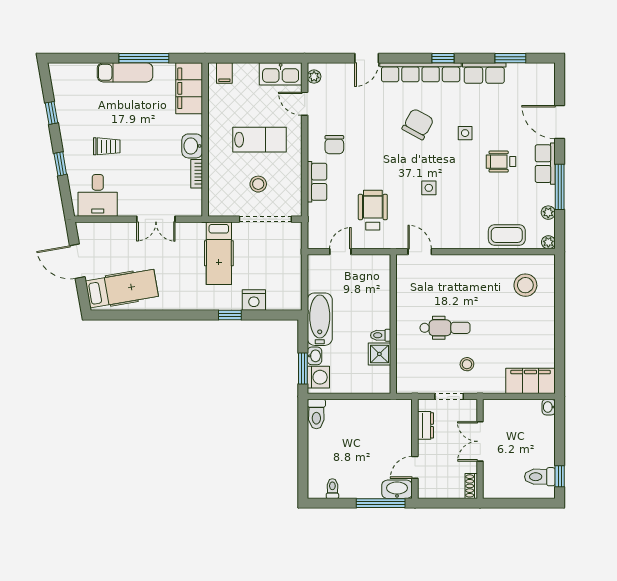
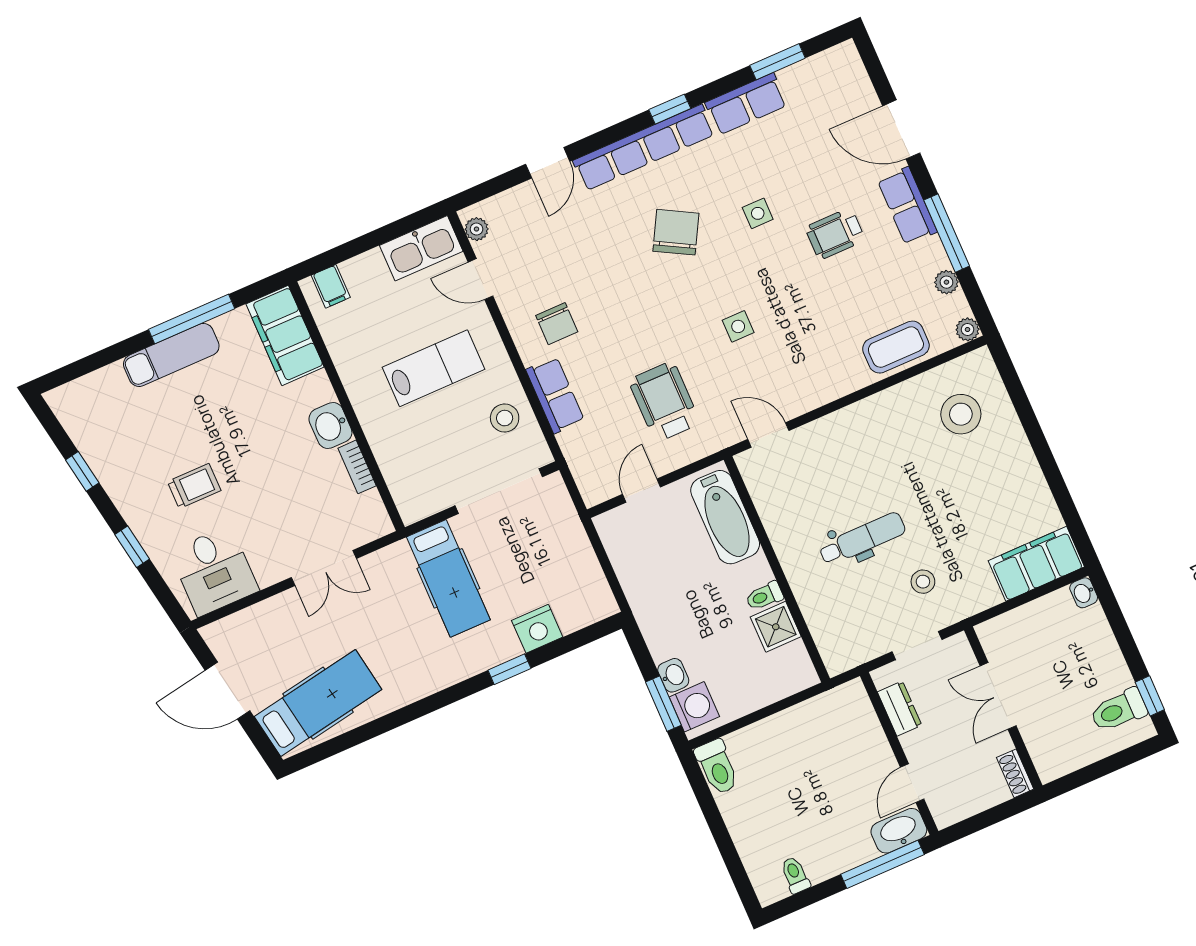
stool: (258, 184) -> (505, 418), moved
bathtub: (320, 319) -> (725, 517), moved, turned 180

